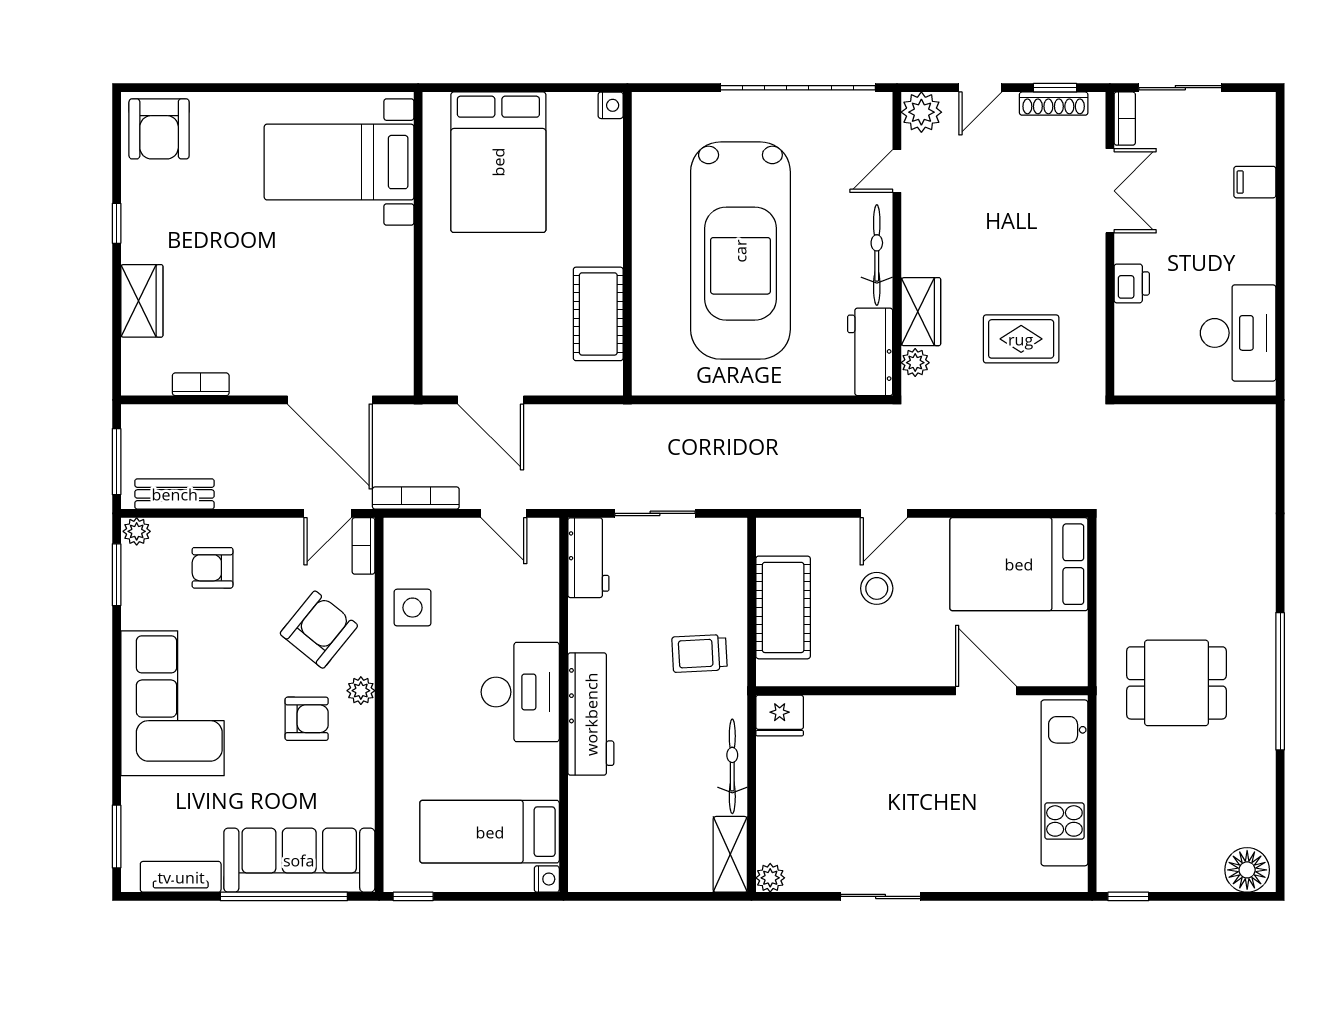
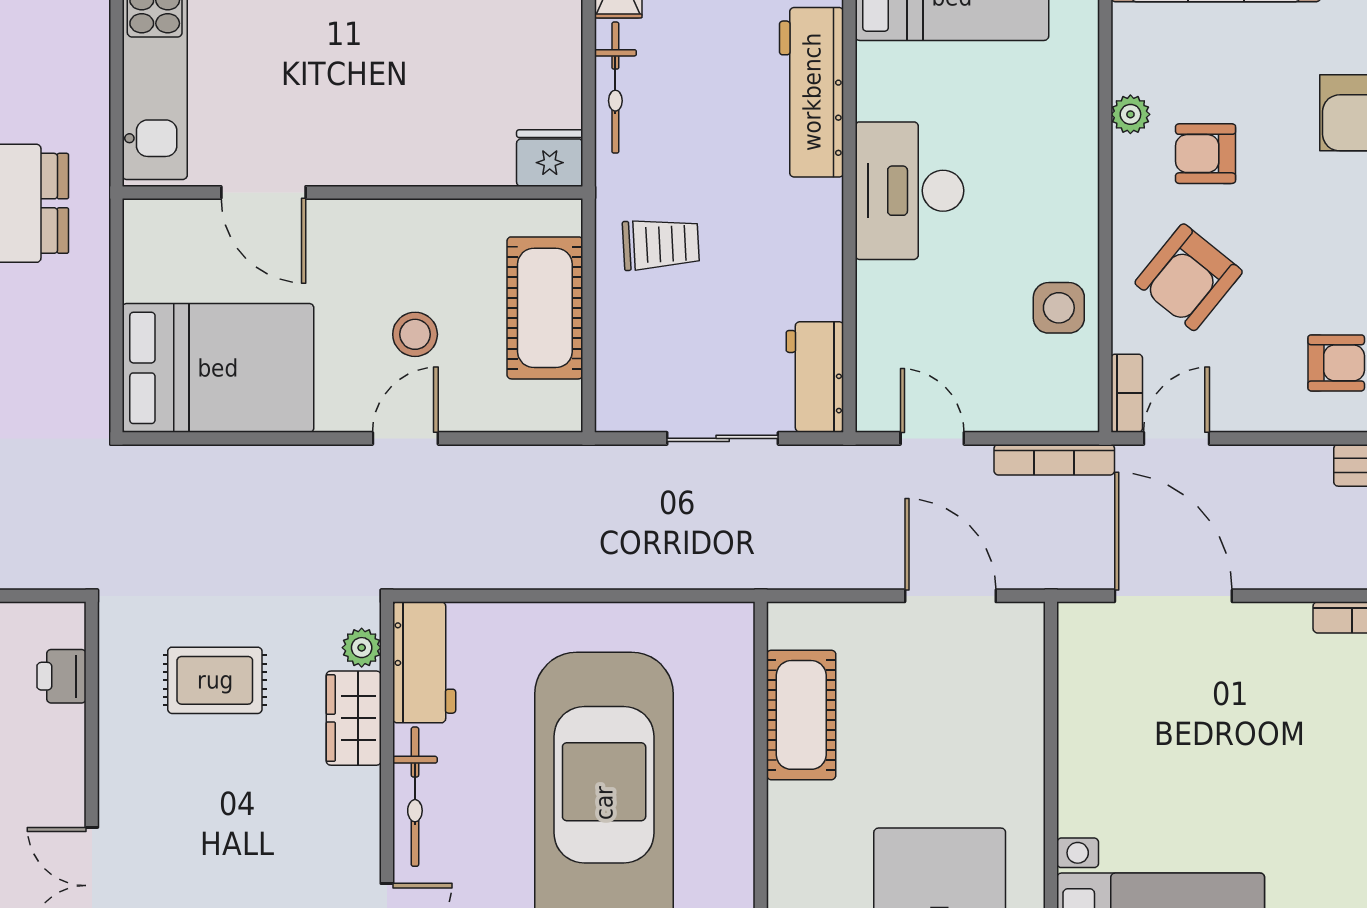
printer: (1132, 283) -> (61, 676), moved
plant: (361, 691) -> (1130, 114), moved
workbench: (591, 714) -> (812, 92), moved

